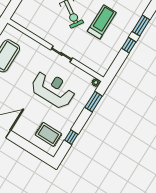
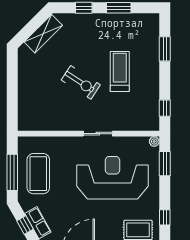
window: (129, 45) -> (165, 108), moved
reception desk: (53, 89) -> (113, 178), width x1.36, depth x1.30

